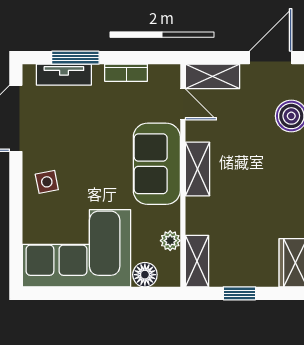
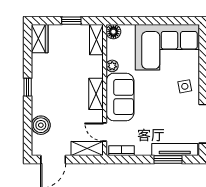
bookcase: (126, 73) -> (121, 151), moved
tv unit: (64, 75) -> (175, 149), width x1.41
plant: (170, 241) -> (112, 66), moved
floor lamp: (145, 275) -> (113, 32), moved

